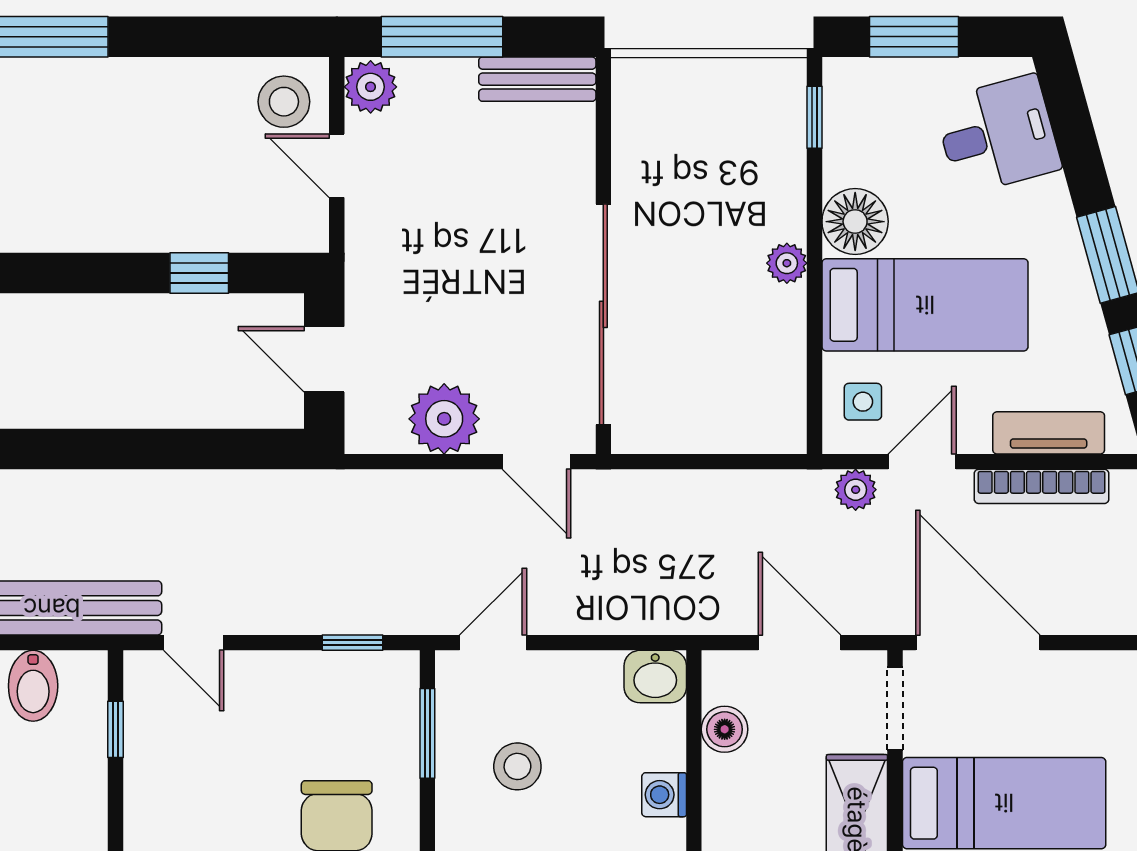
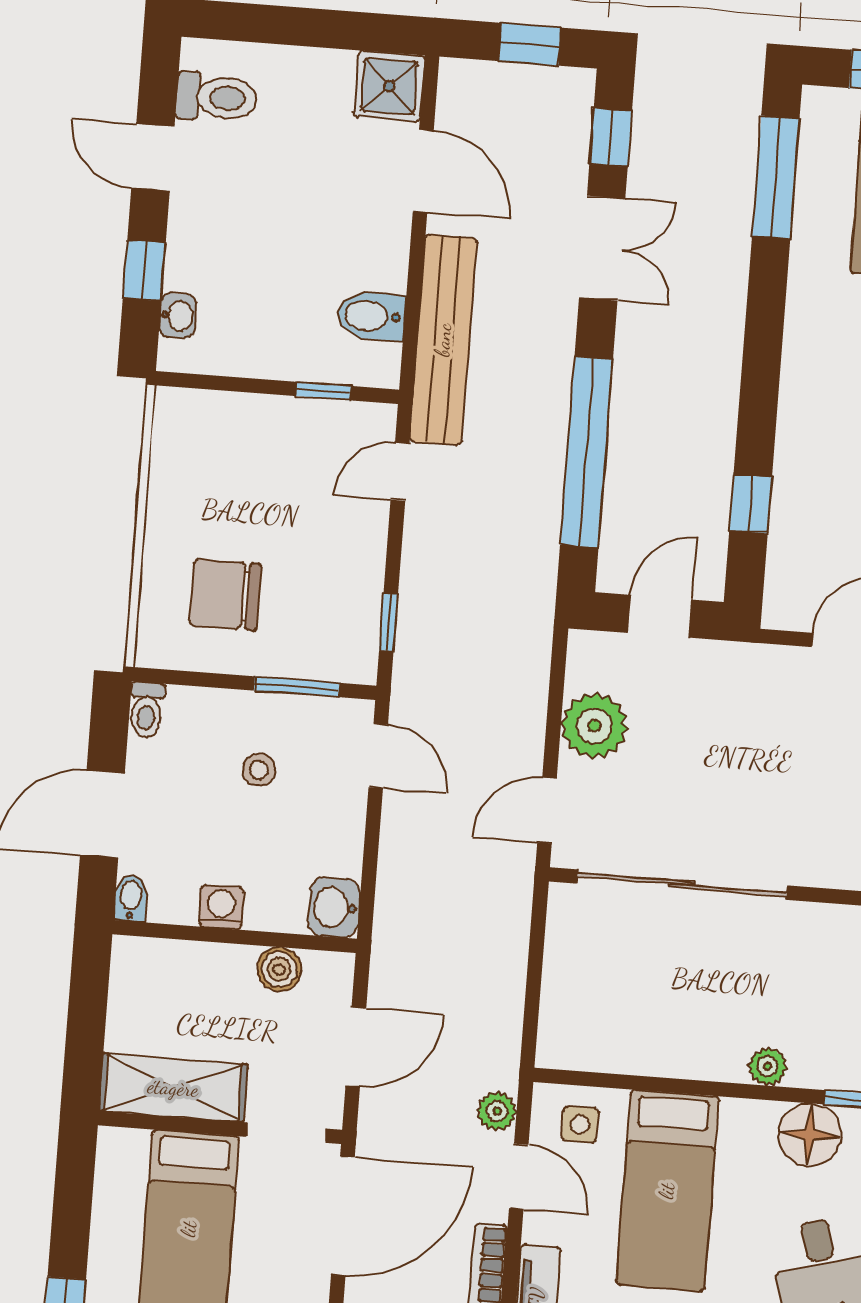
floor lamp: (855, 222) -> (810, 1135), moved
plant: (787, 263) -> (768, 1066), moved
window: (158, 449) -> (587, 452), added
stool: (517, 766) -> (259, 770), width x0.73, depth x0.73

